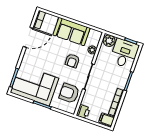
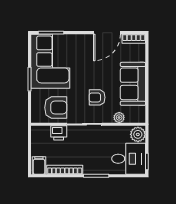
door: (28, 37) -> (107, 33), hinge flipped
armchair: (69, 93) -> (56, 108), turned 90
printer: (83, 112) -> (59, 133), moved

